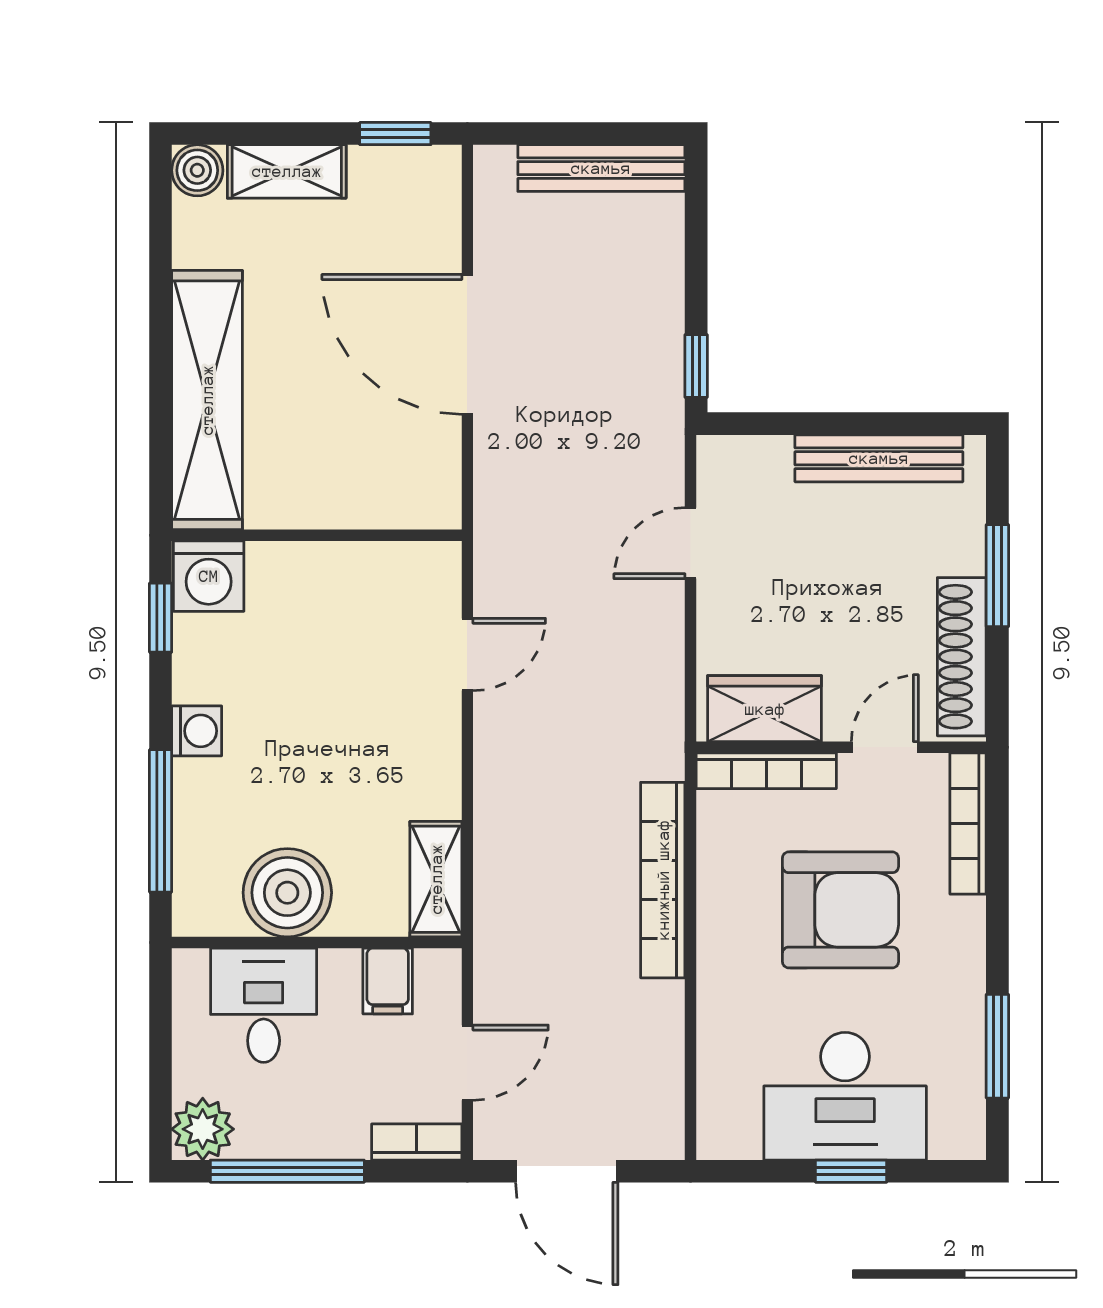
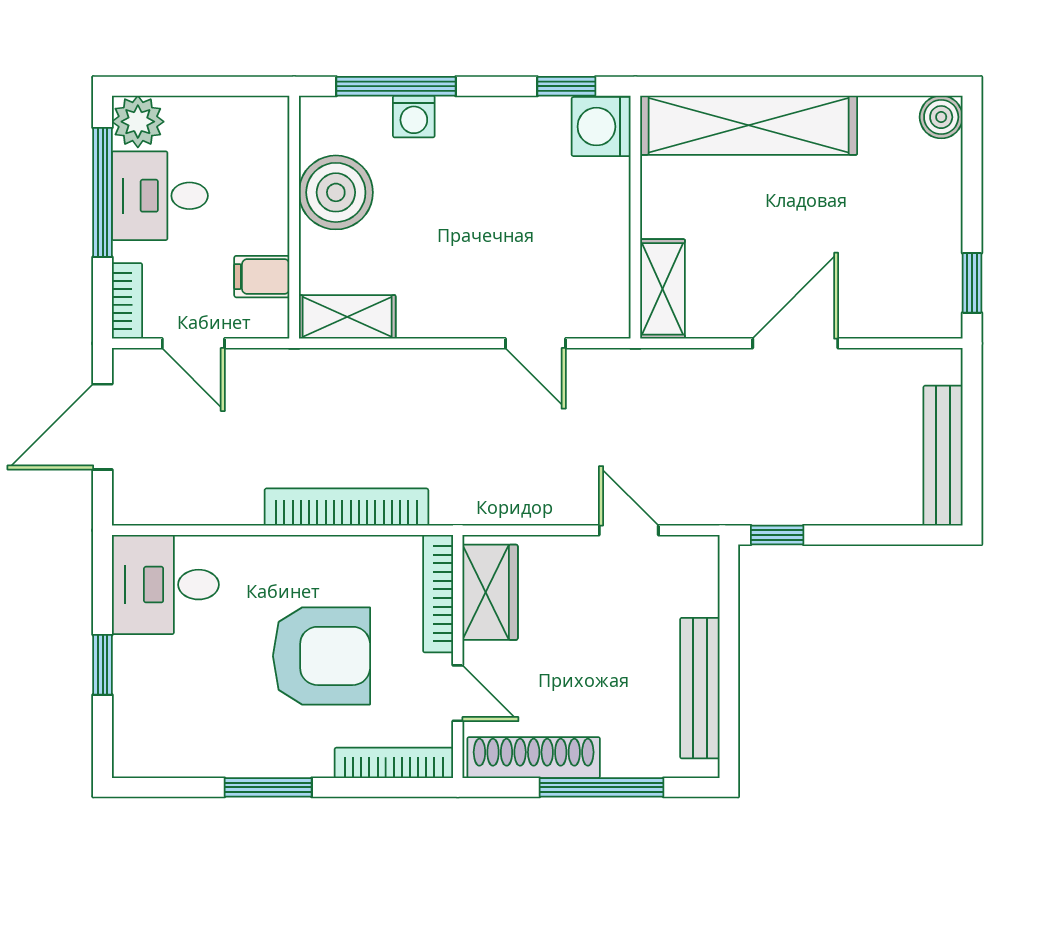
shelving: (287, 171) -> (662, 289), moved
door: (467, 344) -> (795, 343), width x0.73
window: (997, 576) -> (602, 787), width x1.44
washing machine: (197, 731) -> (414, 117), moved
armchair: (840, 910) -> (321, 656), turned -90
desk: (264, 1005) -> (160, 196), moved, turned 180
window: (997, 1046) -> (268, 787), moved
desk: (845, 1096) -> (165, 585), moved, width x0.73

